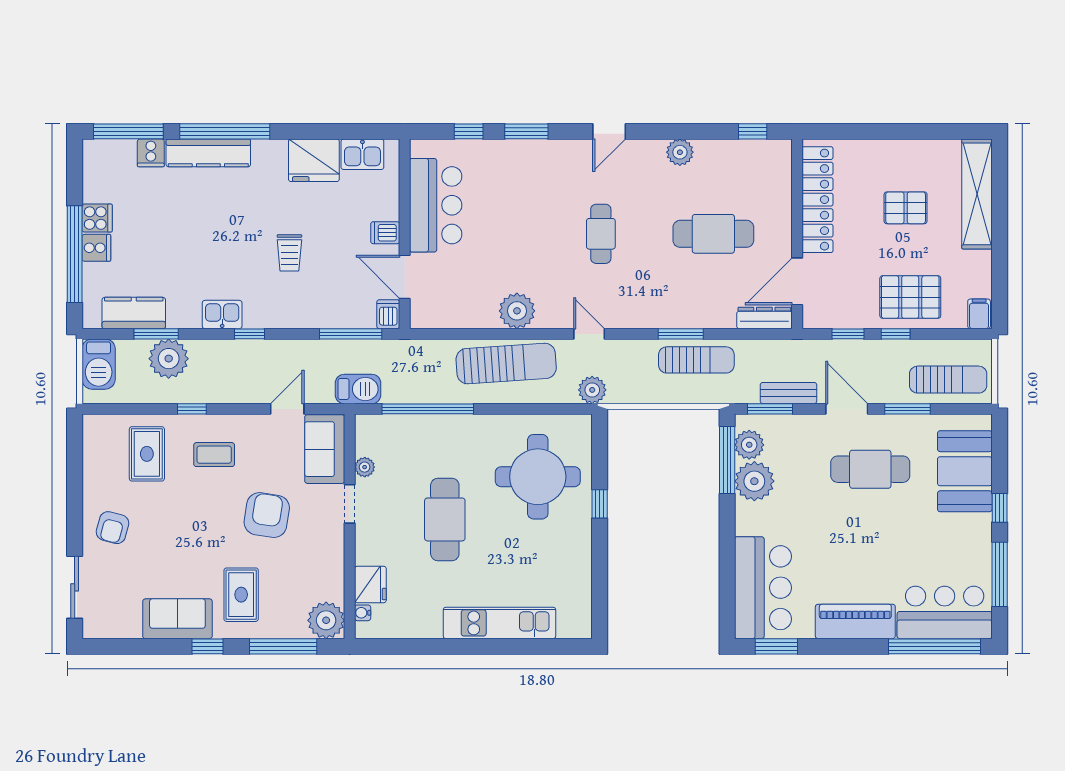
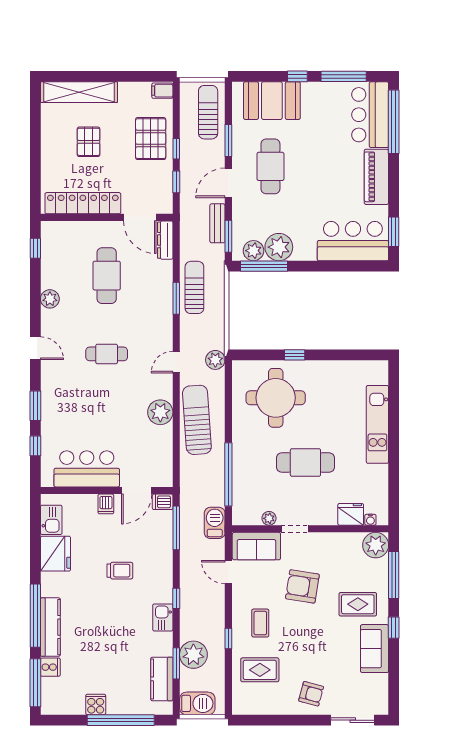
cooker: (96, 248) -> (116, 705), removed

